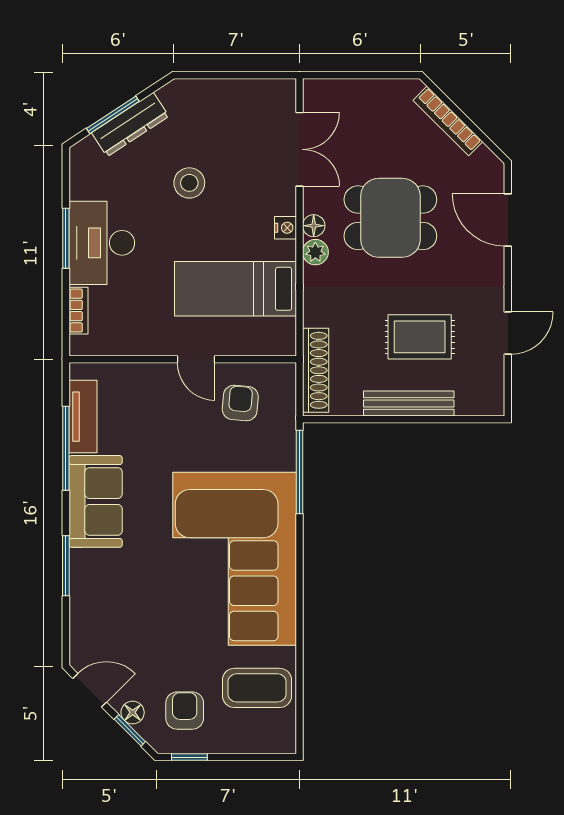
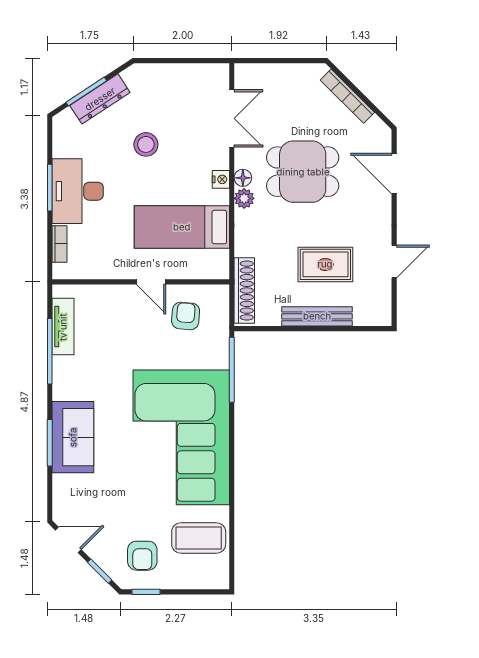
sofa: (96, 501) -> (73, 437), moved
armchair: (185, 711) -> (142, 556), turned 180
floor lamp: (133, 712) -> (102, 557), removed

